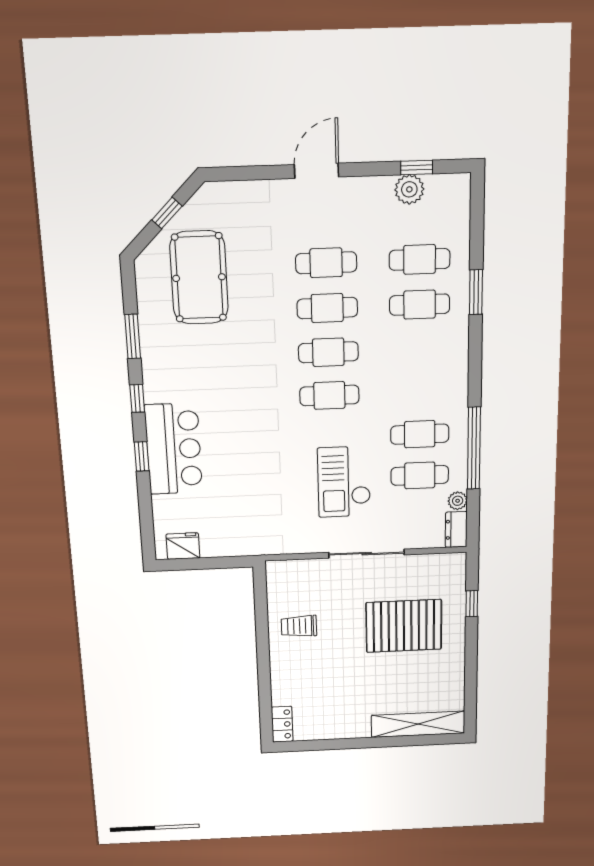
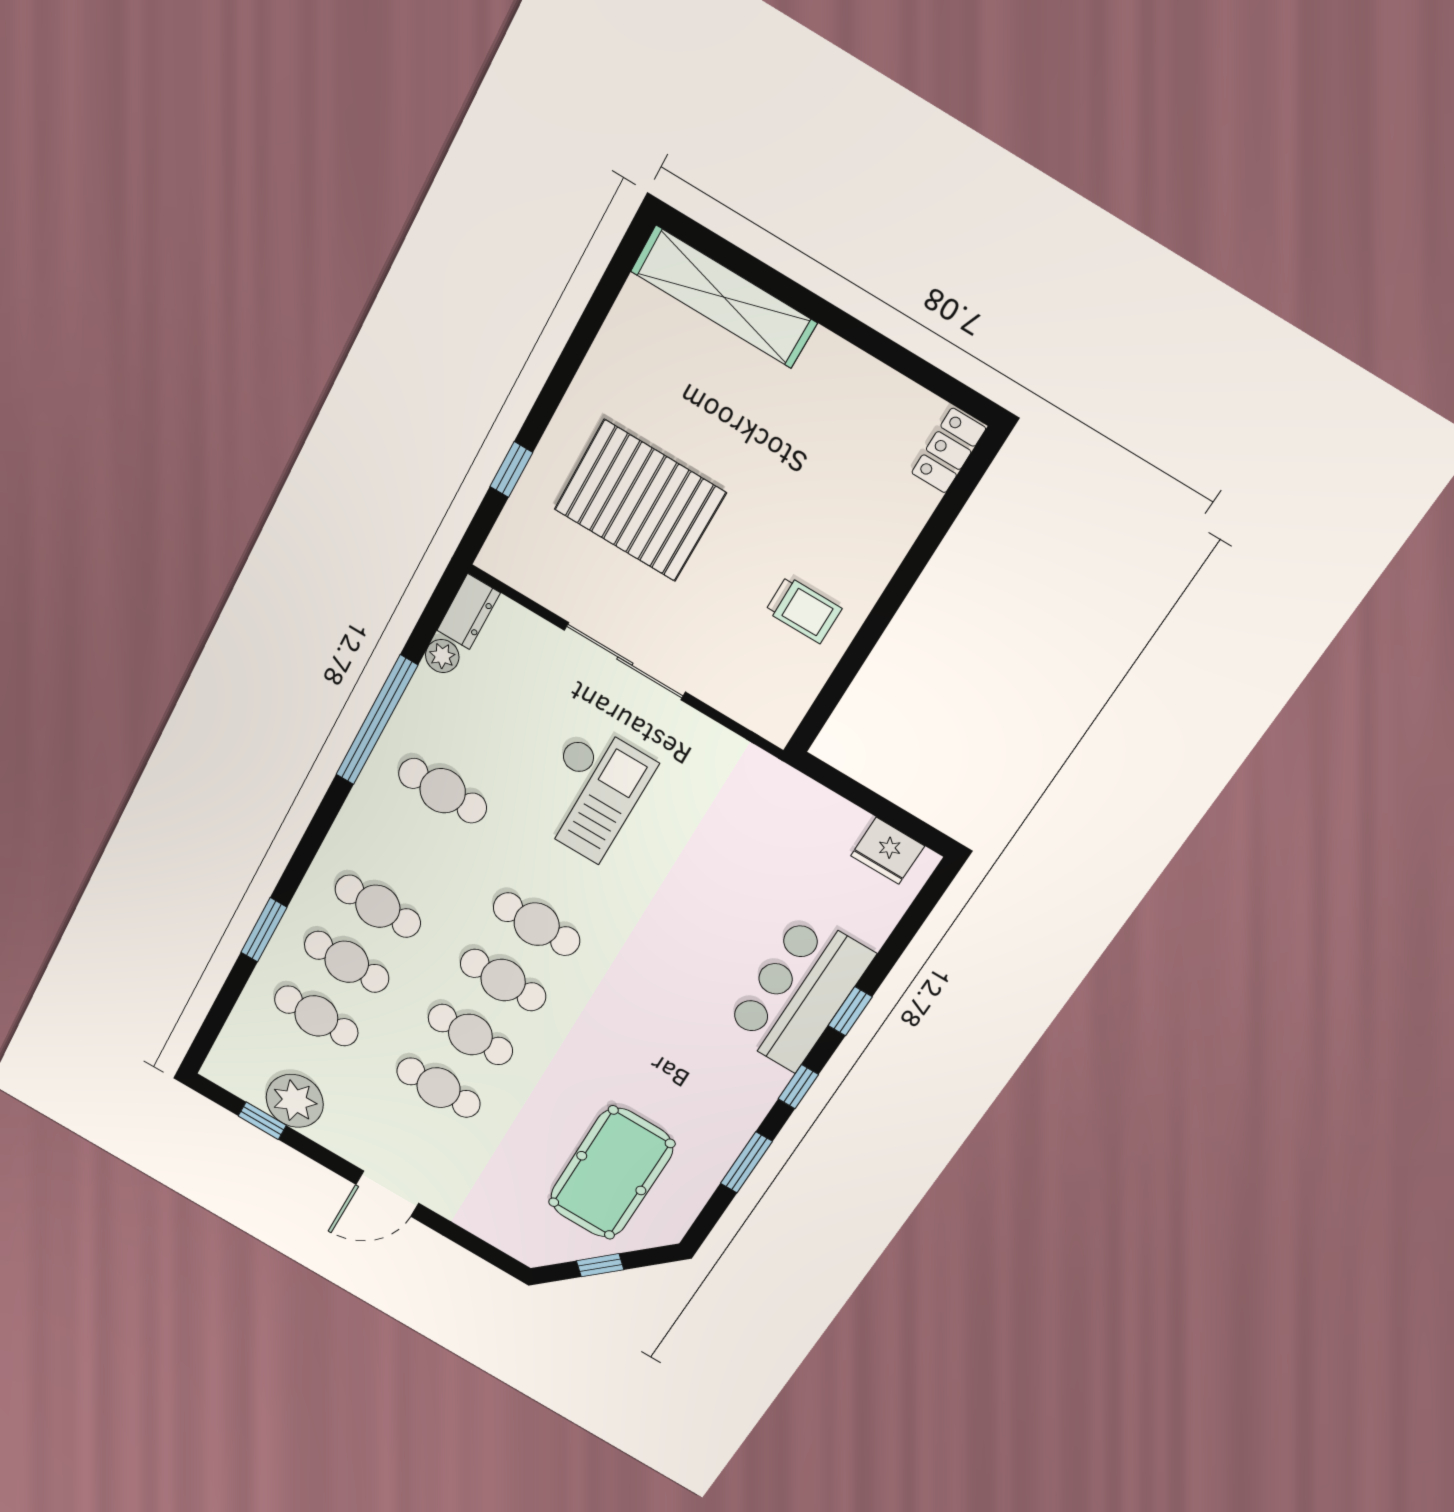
plant: (409, 189) -> (295, 1101), width x1.36, depth x1.36
cafe table: (420, 475) -> (378, 906), moved

